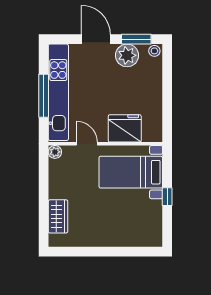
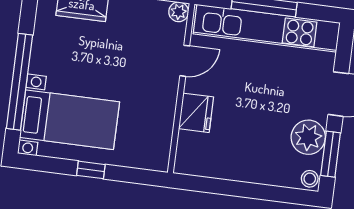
fridge: (125, 128) -> (196, 113), width x0.73, depth x0.75
bed with nightstands: (131, 172) -> (70, 120), moved, turned 90
window: (115, 252) -> (19, 82), added

